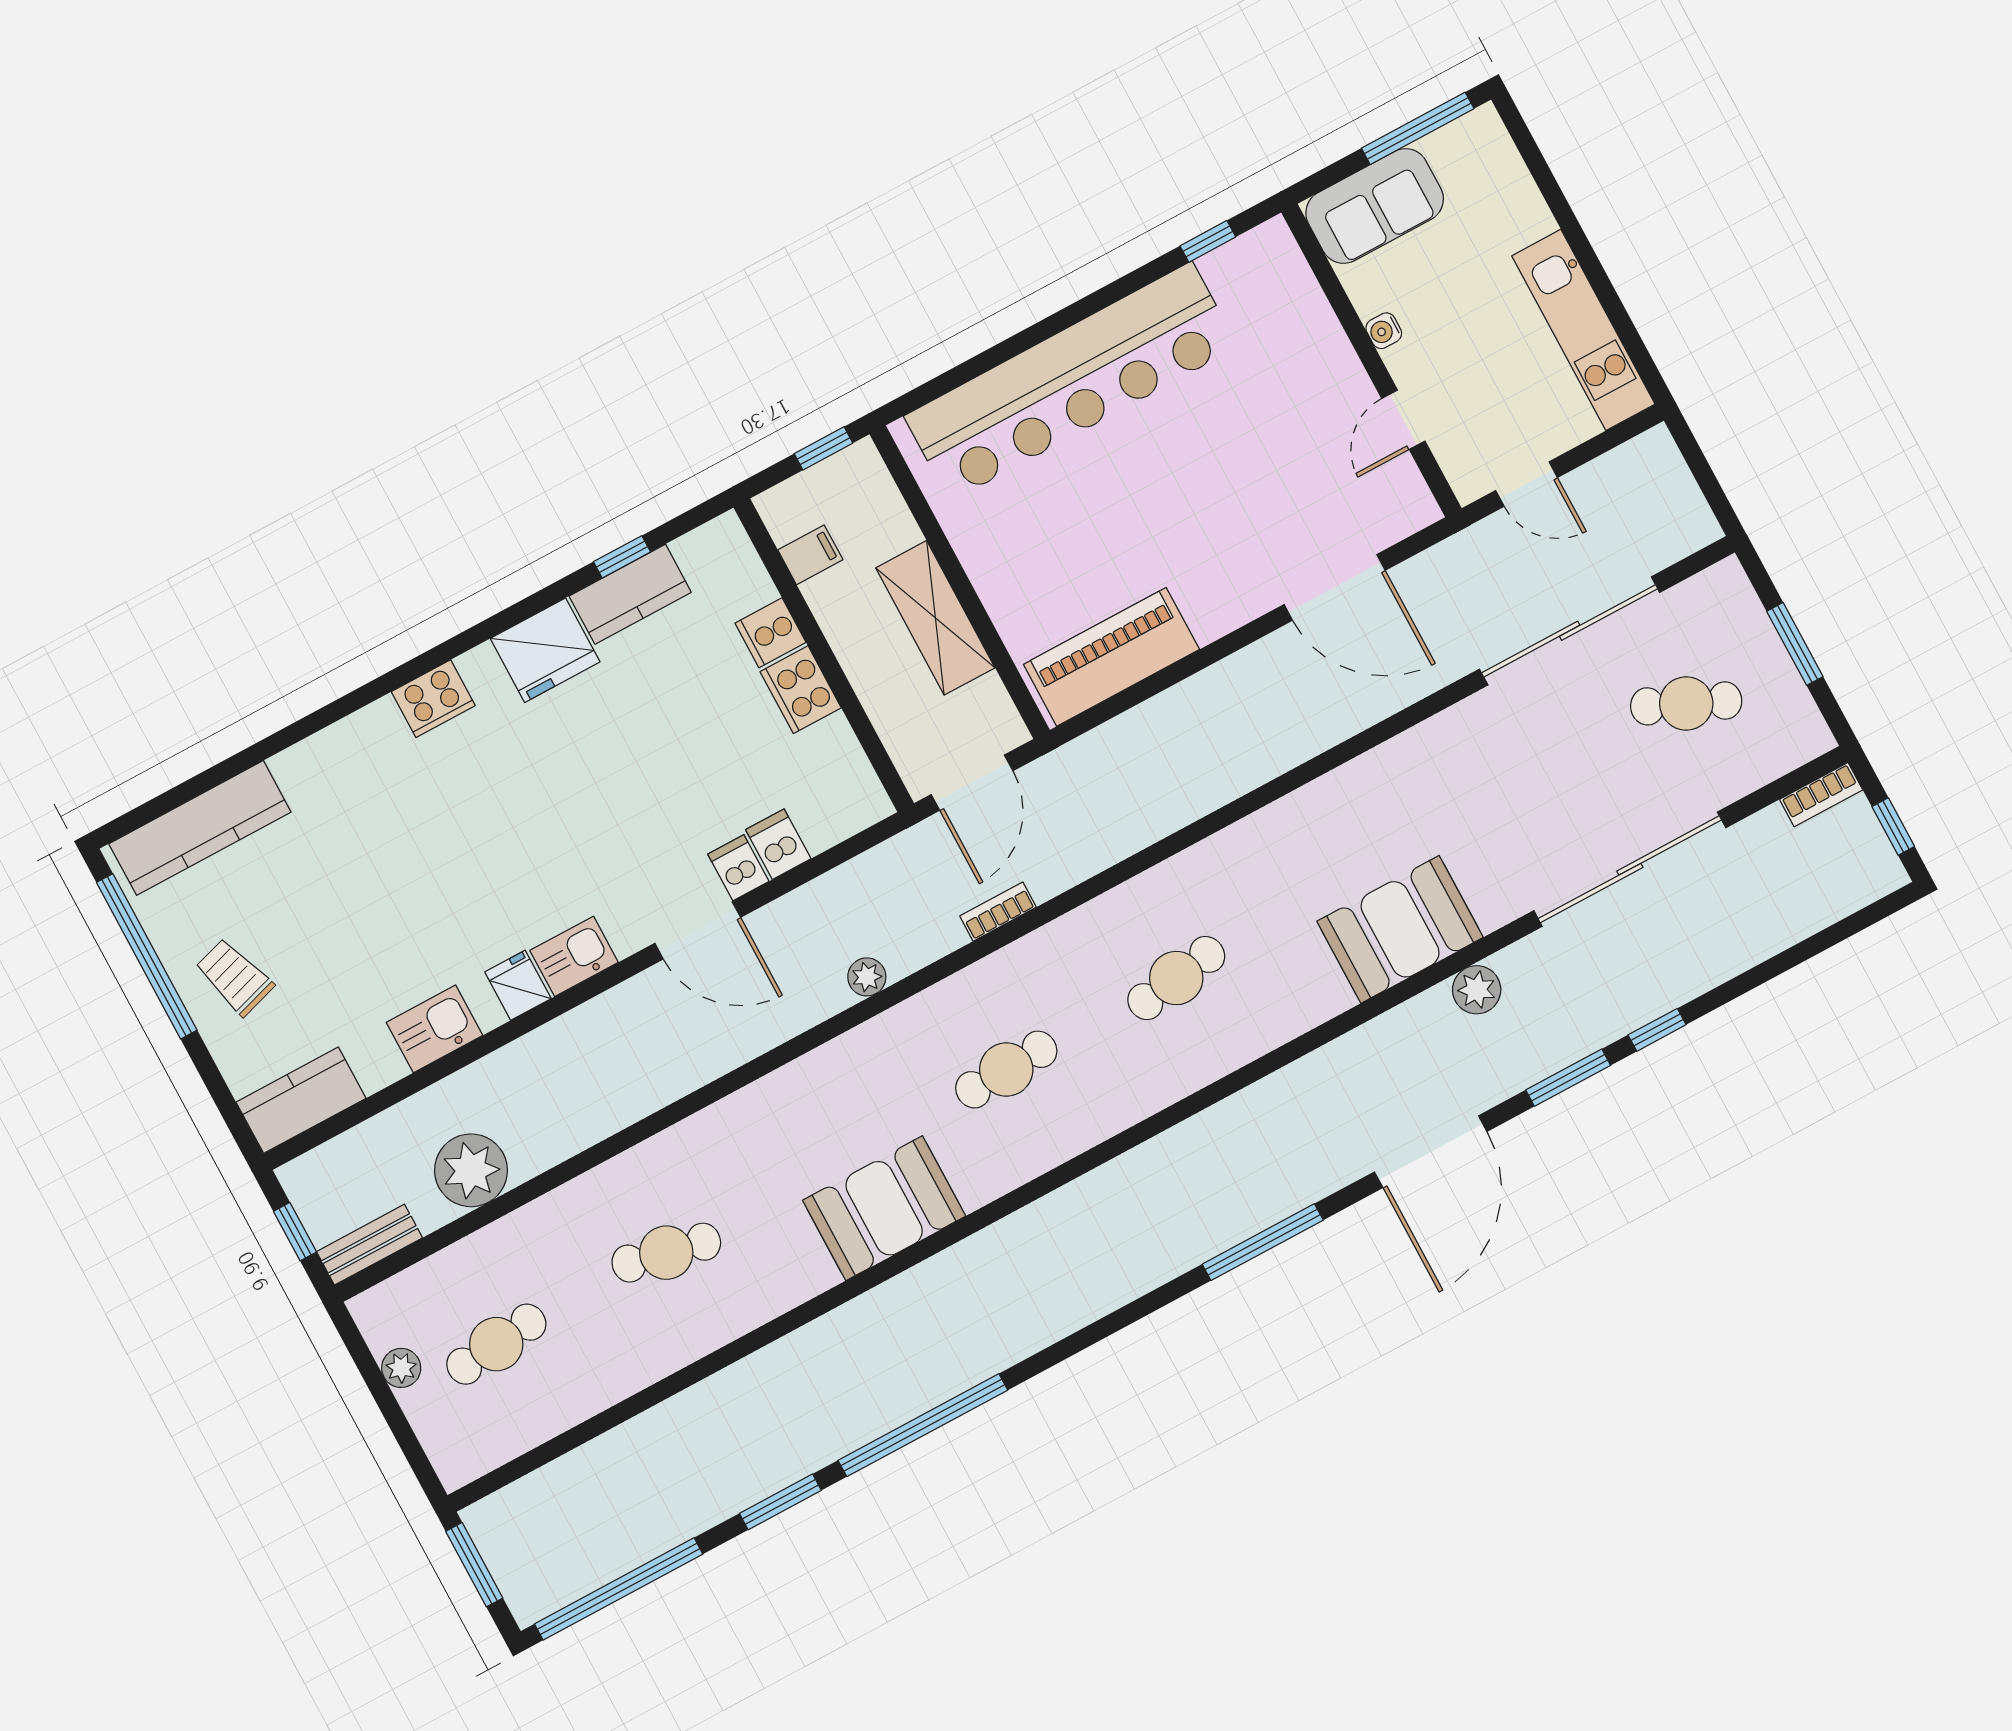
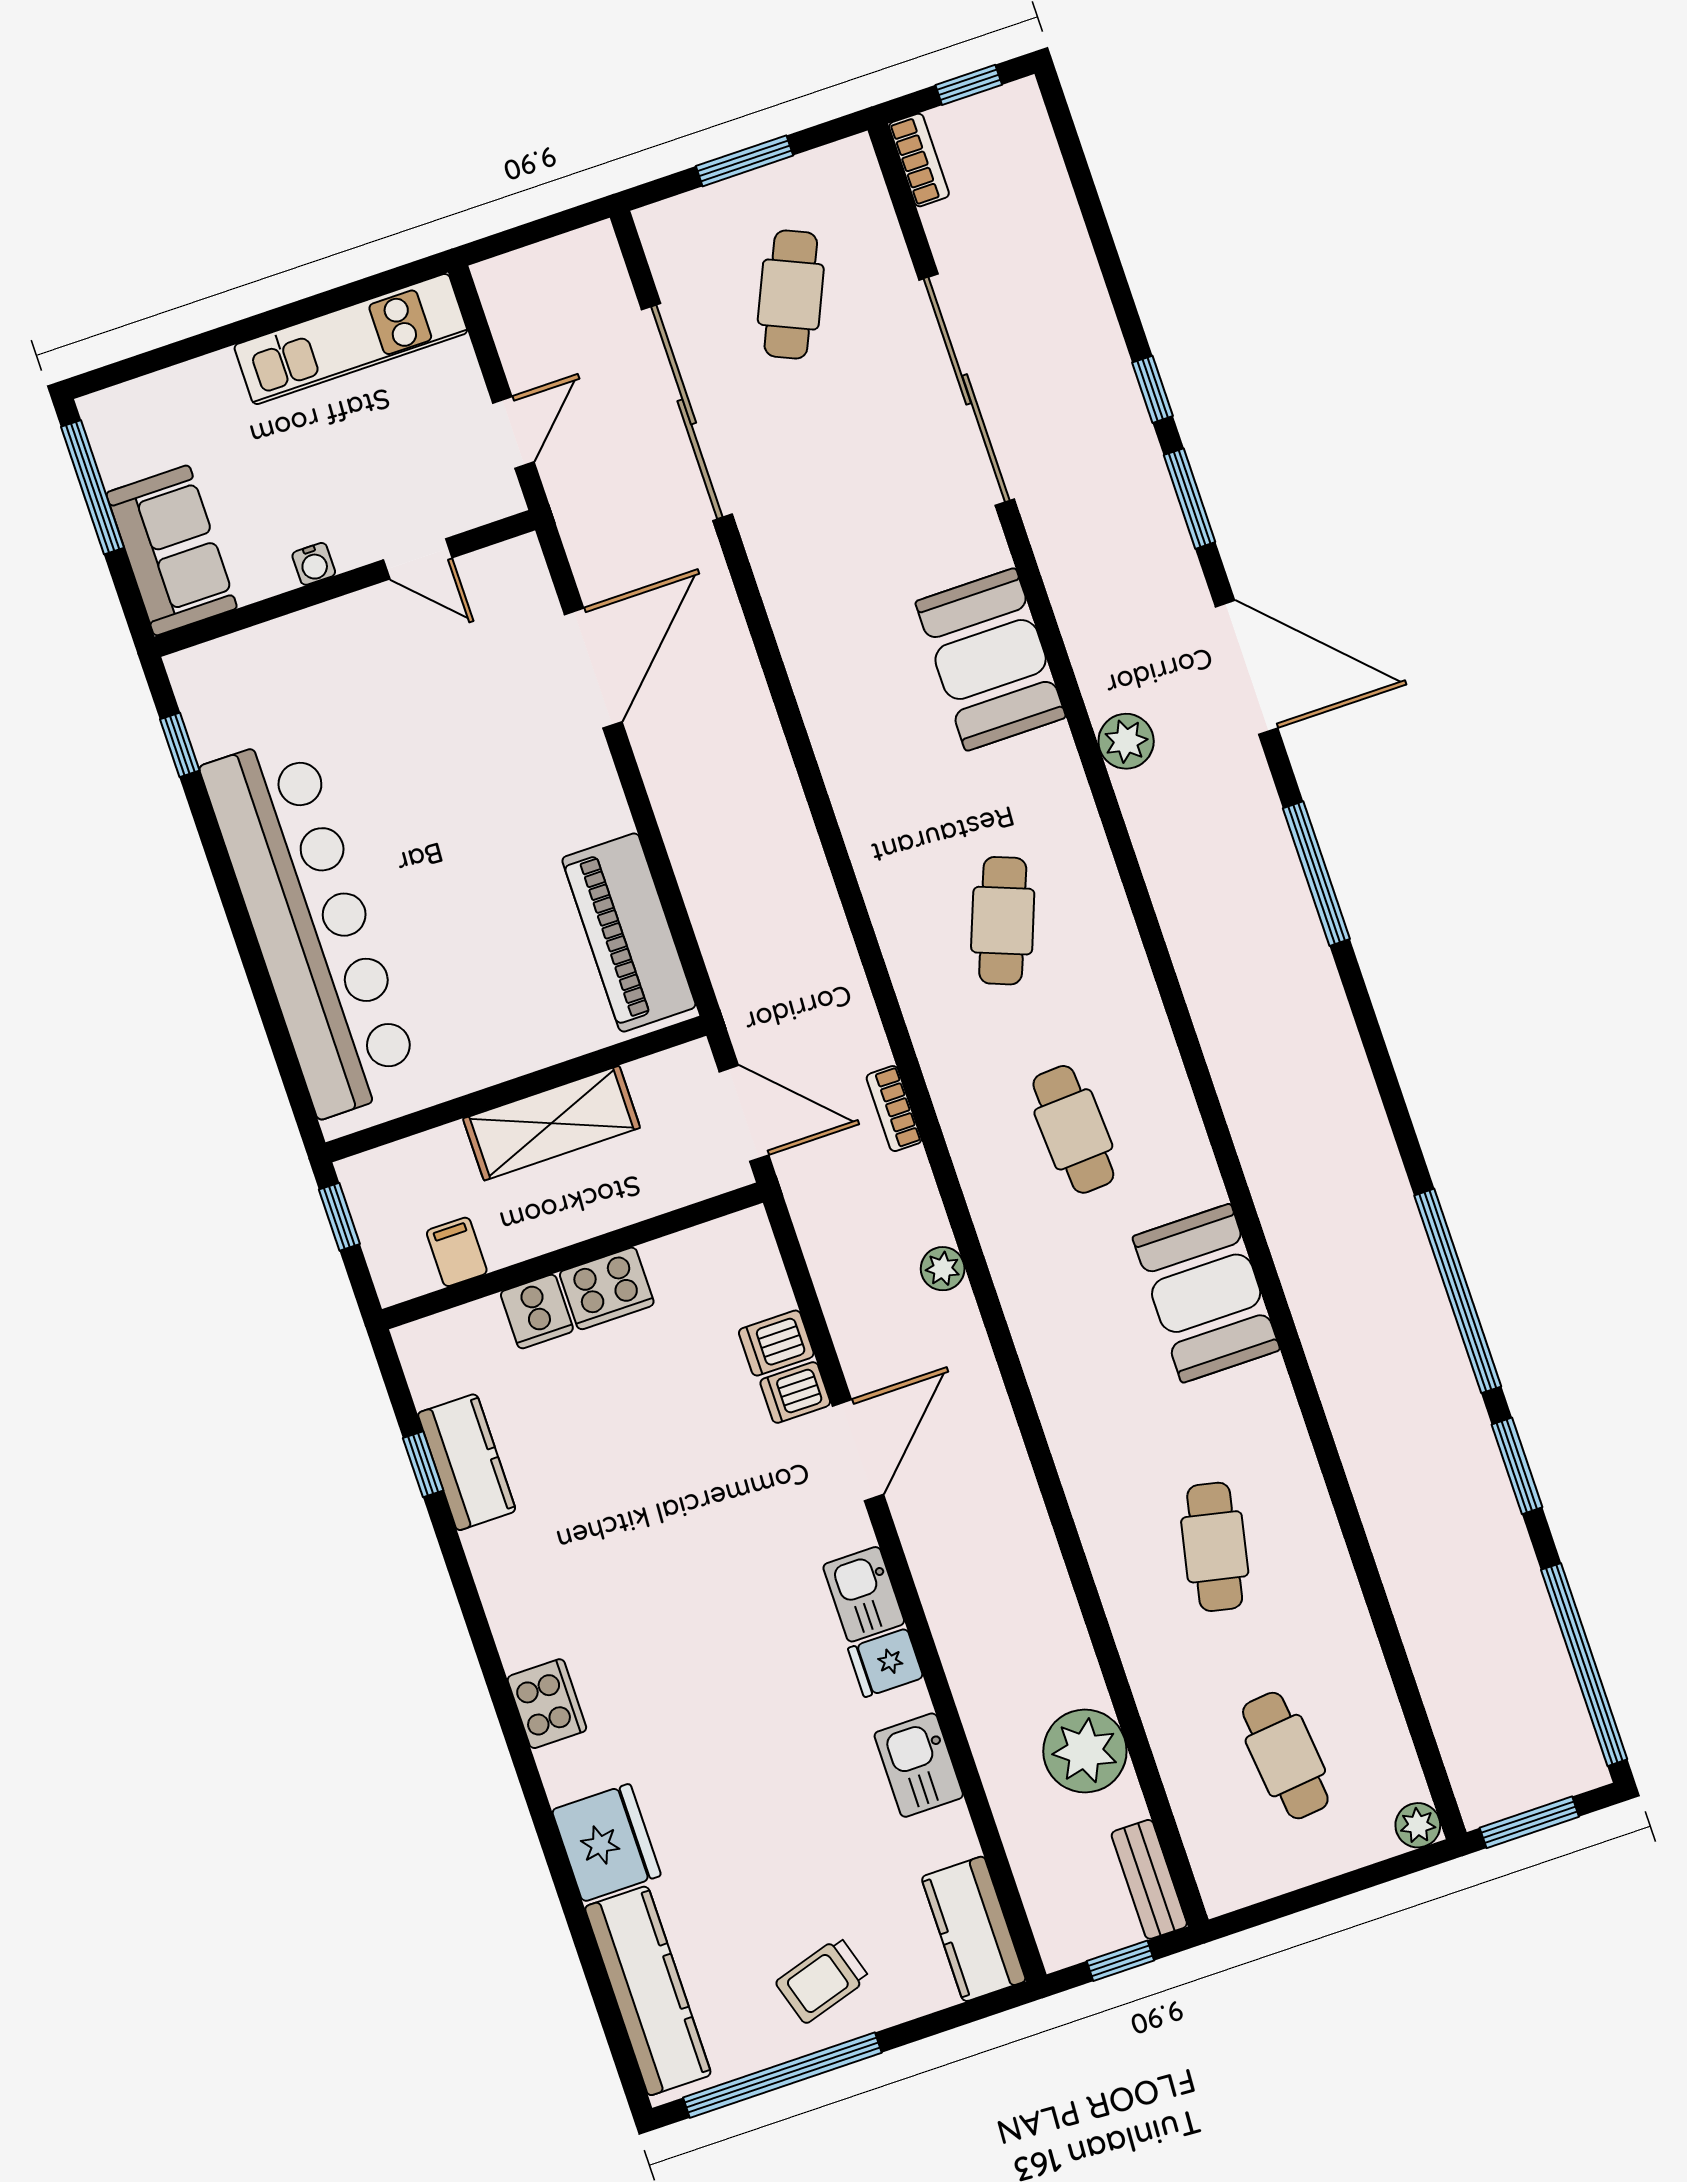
fridge: (545, 650) -> (606, 1843), moved
cafe table: (1176, 978) -> (1003, 921), turned 30
plant: (1477, 990) -> (1126, 741), moved
plant: (401, 1368) -> (1418, 1825), moved

